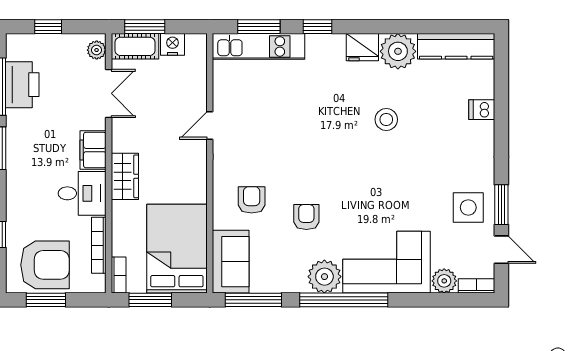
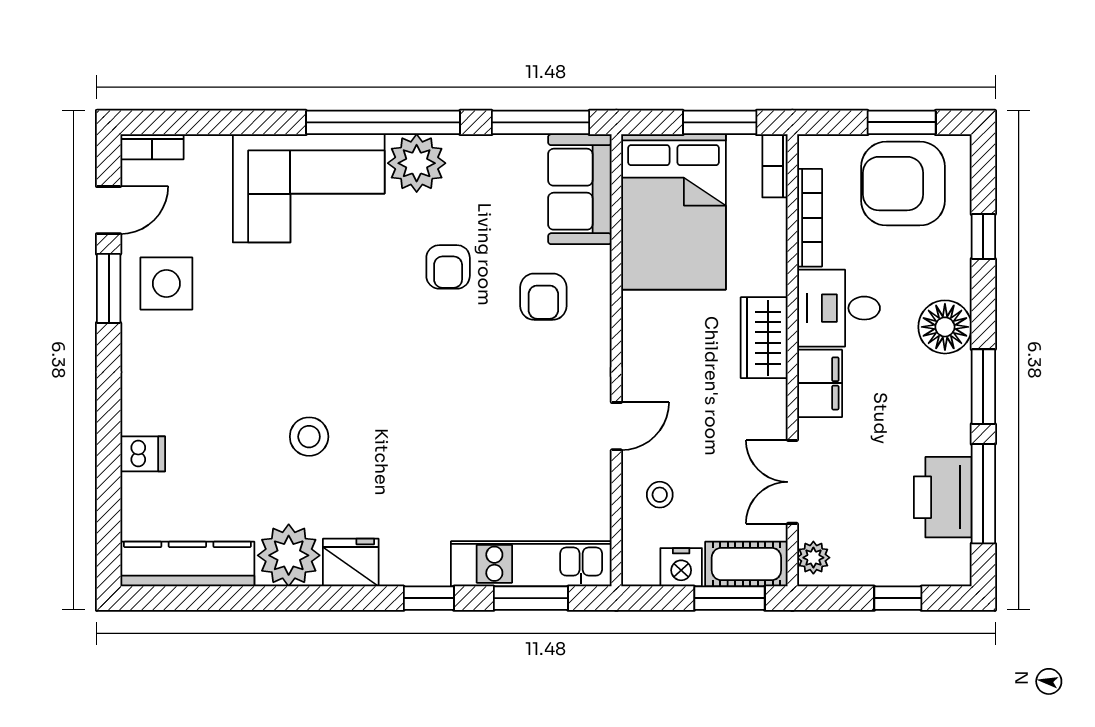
stool: (185, 86) -> (660, 495), added
floor lamp: (21, 183) -> (945, 327), added
door: (501, 250) -> (109, 210), swing flipped
plant: (444, 281) -> (208, 156), removed

